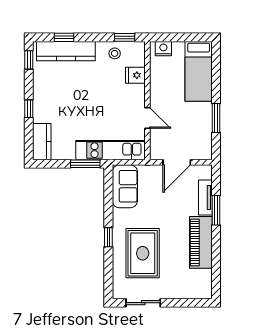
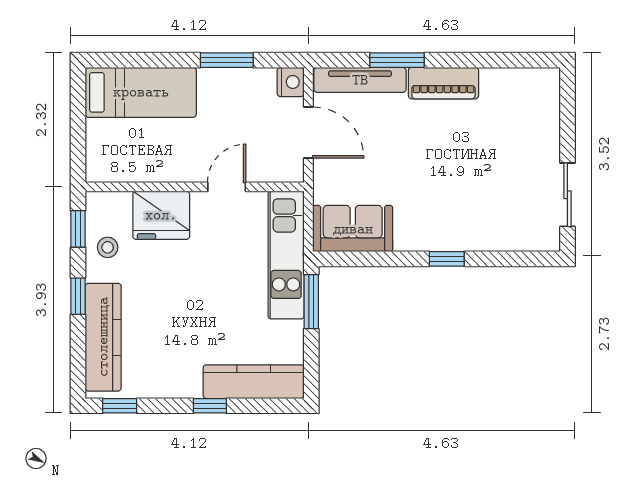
window: (64, 37) -> (78, 296), moved
nightstand: (163, 49) -> (291, 82), moved, turned 180
fridge: (135, 75) -> (161, 215), width x1.88, depth x1.34
kitchen counter: (42, 142) -> (254, 382), width x1.50
tv unit: (205, 197) -> (360, 80), width x1.41
piano: (201, 242) -> (443, 83), width x0.73, depth x0.75
rug: (143, 253) -> (476, 196), removed

